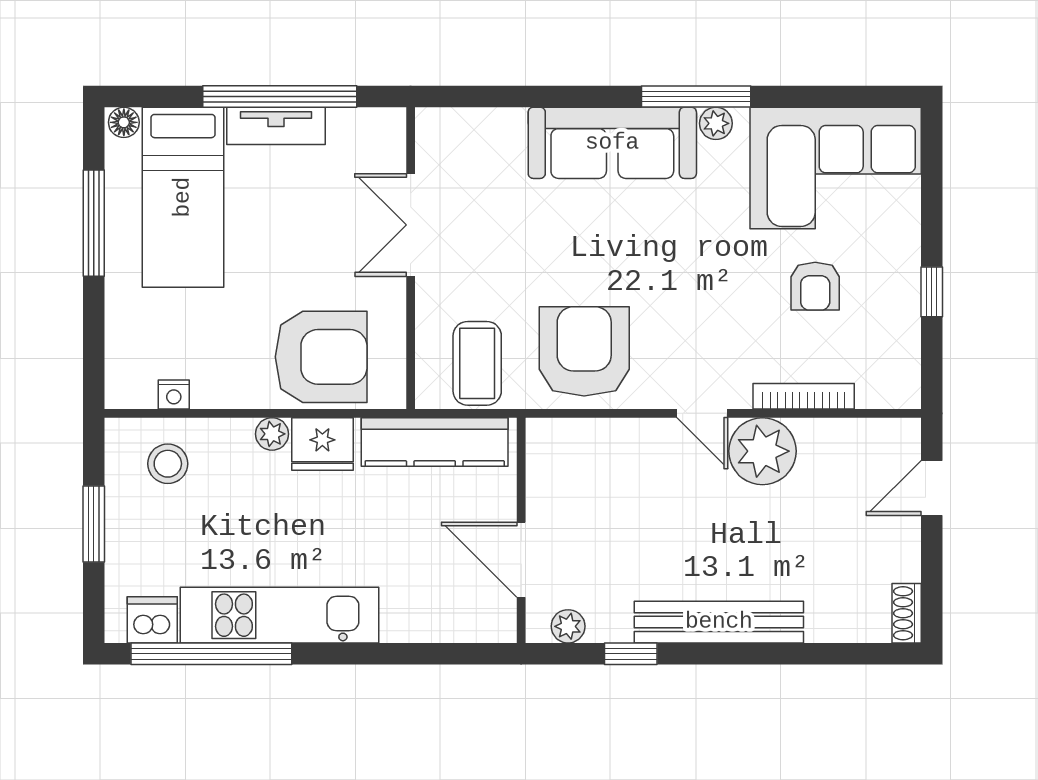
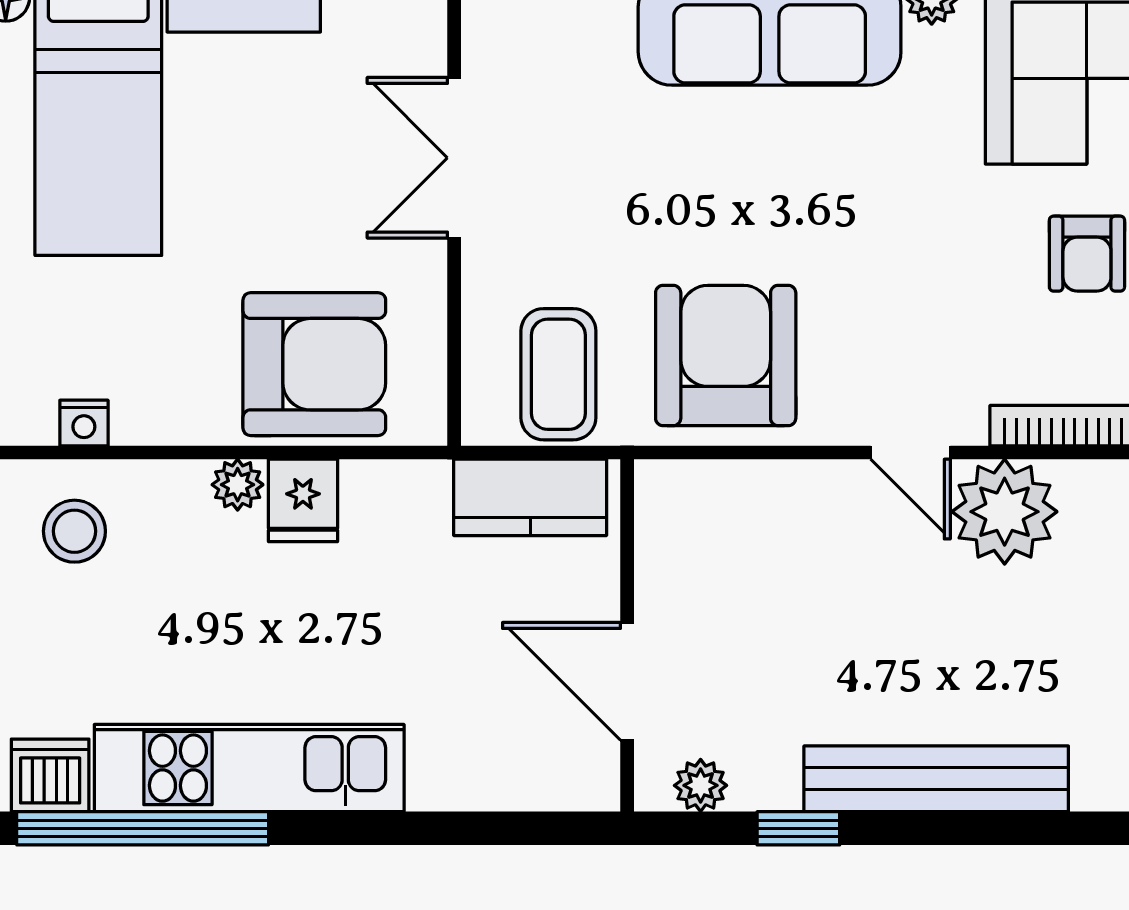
kitchen counter: (435, 442) -> (530, 497), width x0.67
fridge: (322, 444) -> (303, 500), width x0.72

